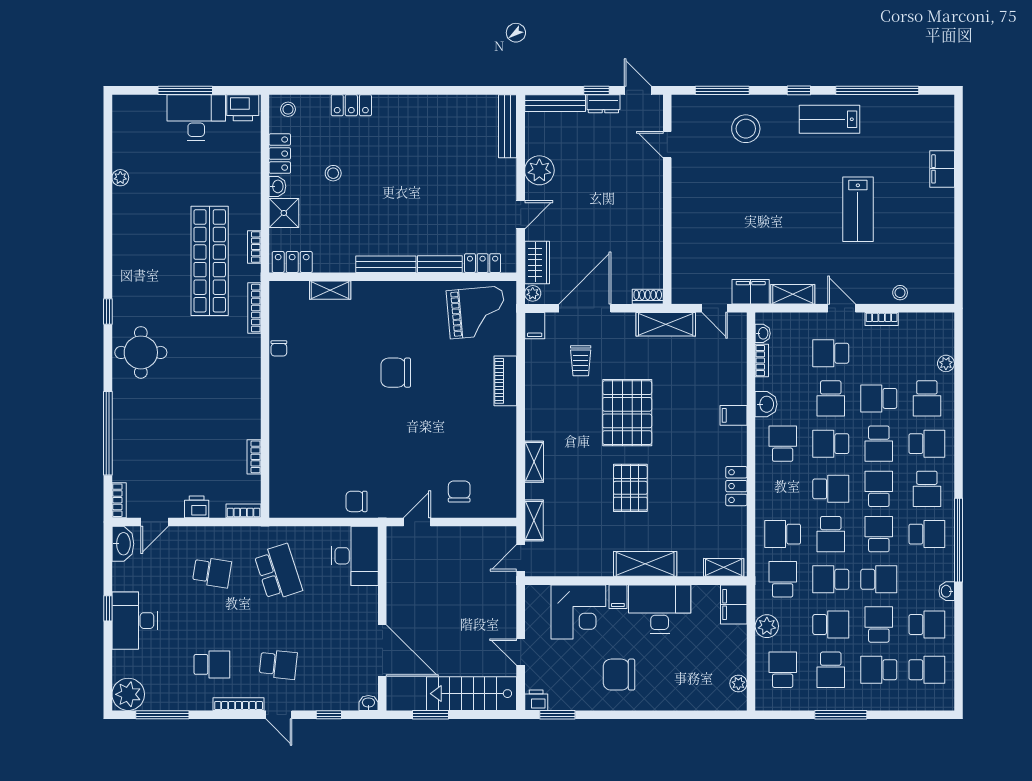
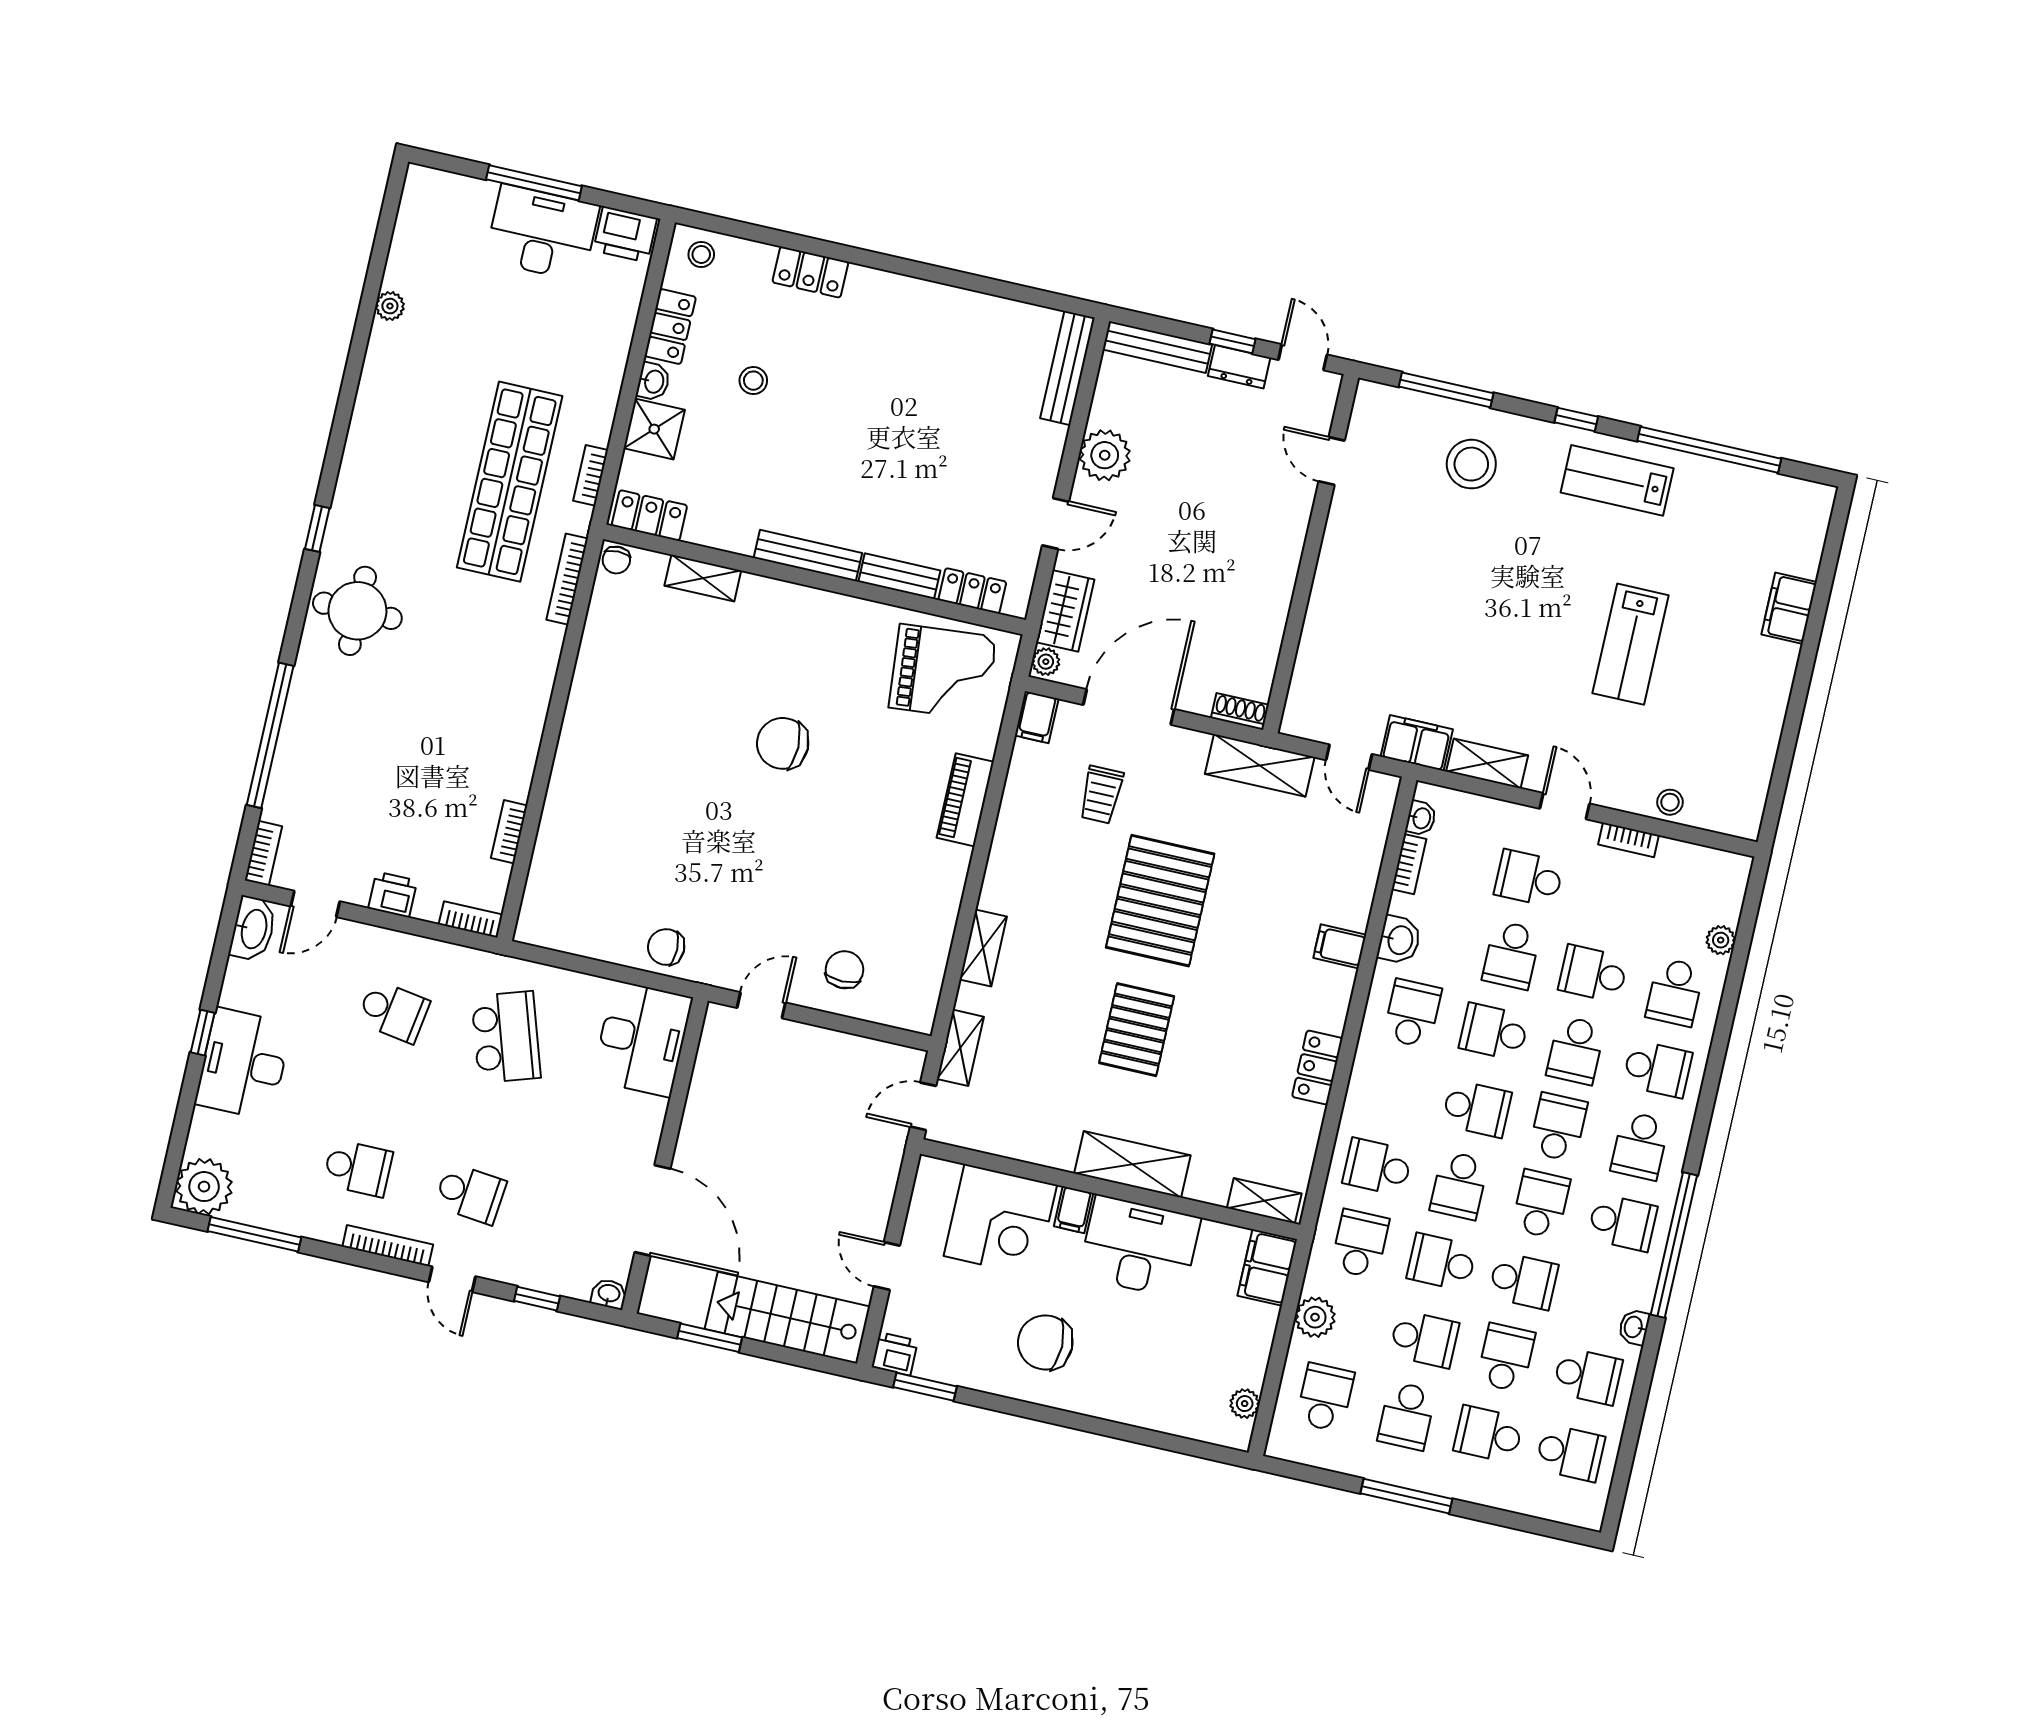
chair: (279, 348) -> (616, 560), moved

